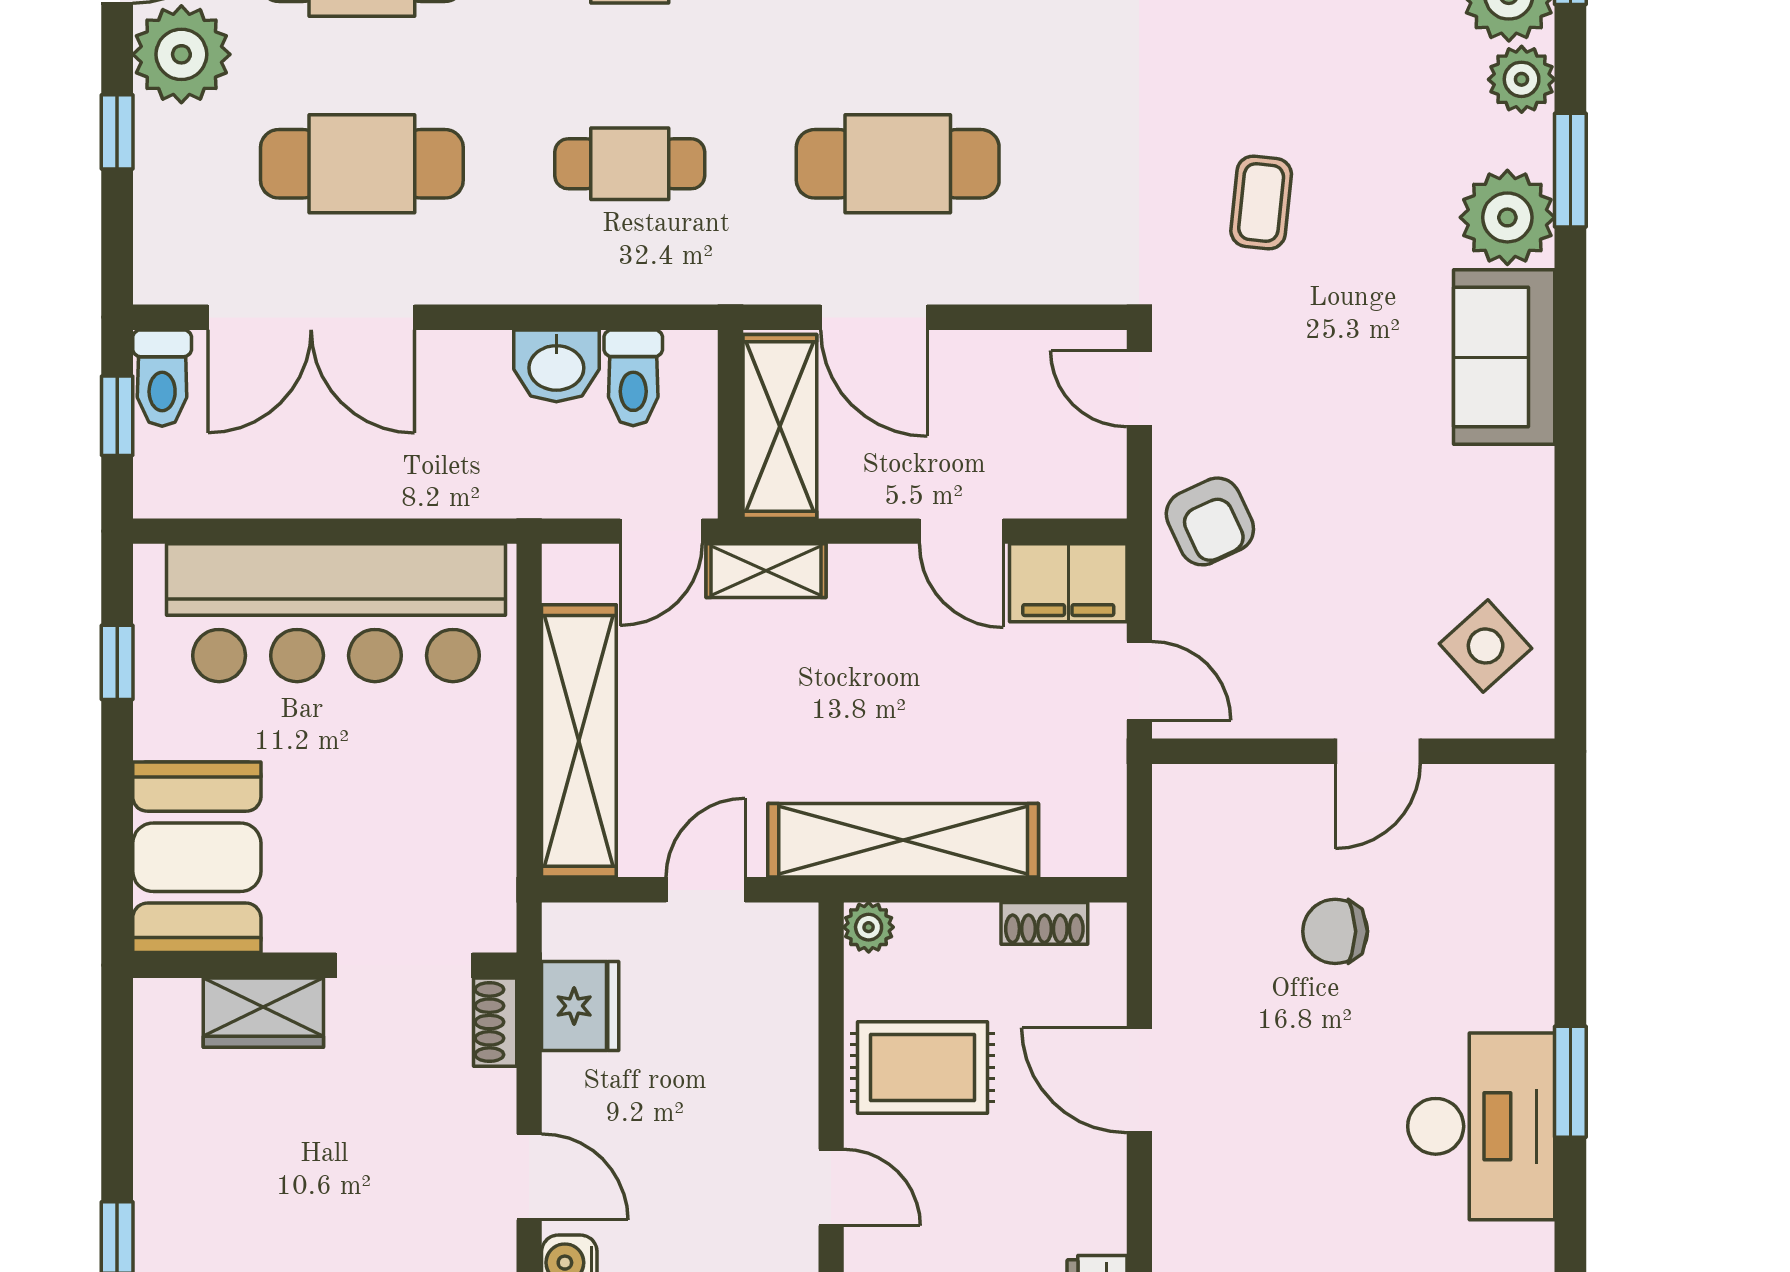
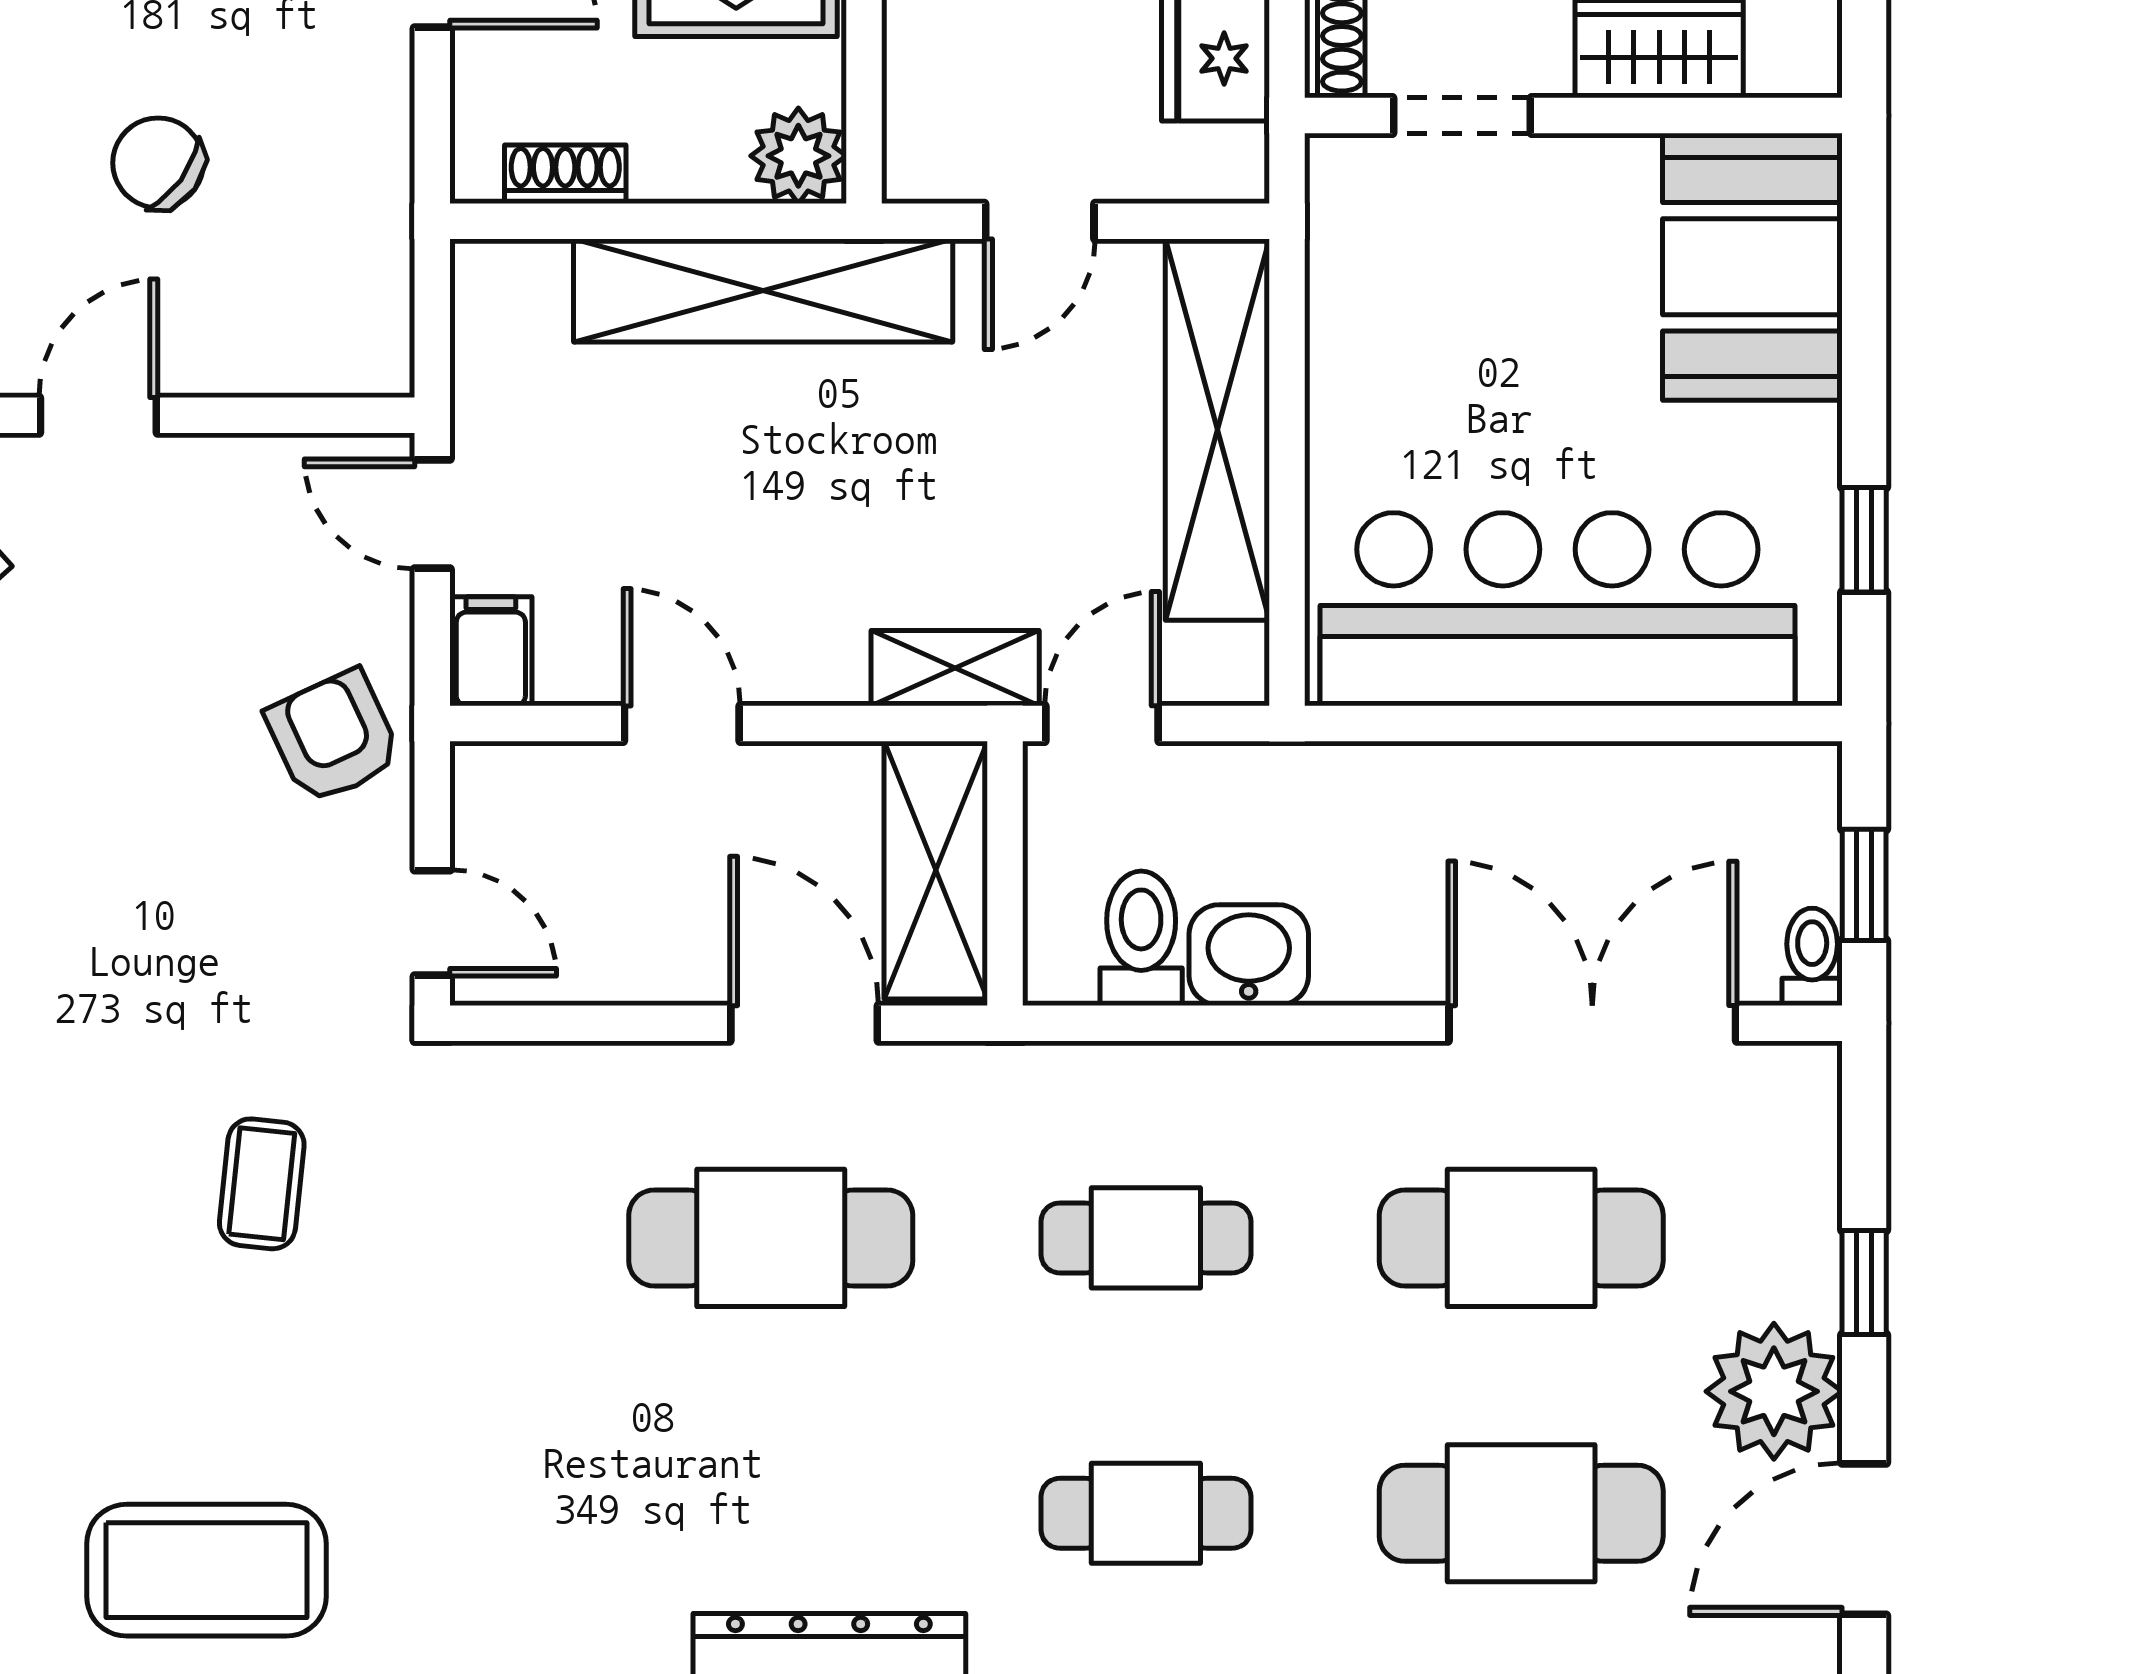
toilet: (162, 378) -> (1812, 957), width x0.73, depth x0.72
filing cabinet: (1068, 583) -> (491, 651), width x0.50
plant: (869, 927) -> (798, 156), width x1.38, depth x1.38
chair: (1335, 931) -> (158, 163), turned -144
doorway: (404, 965) -> (1462, 116), width x0.73

